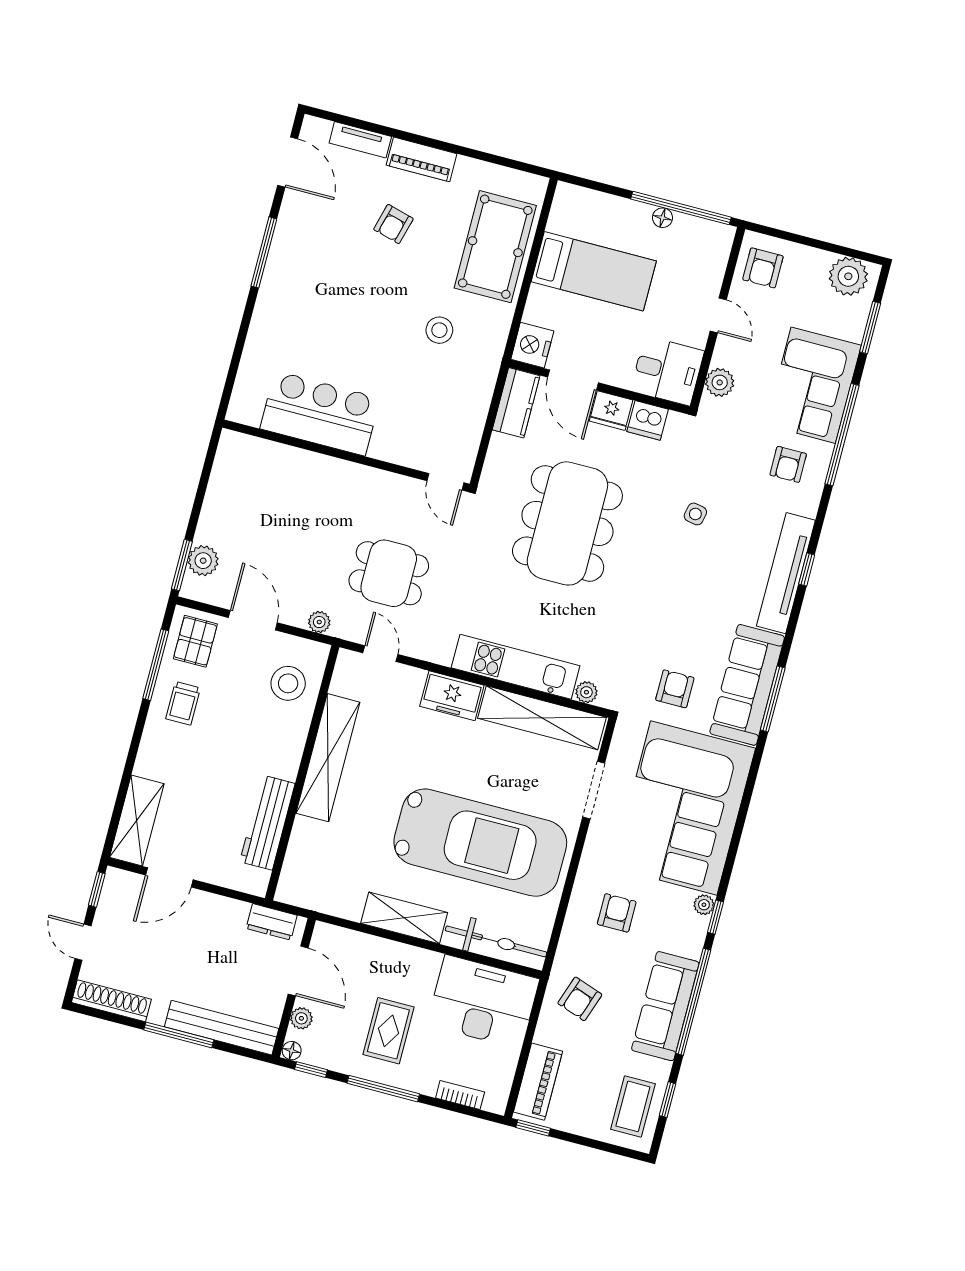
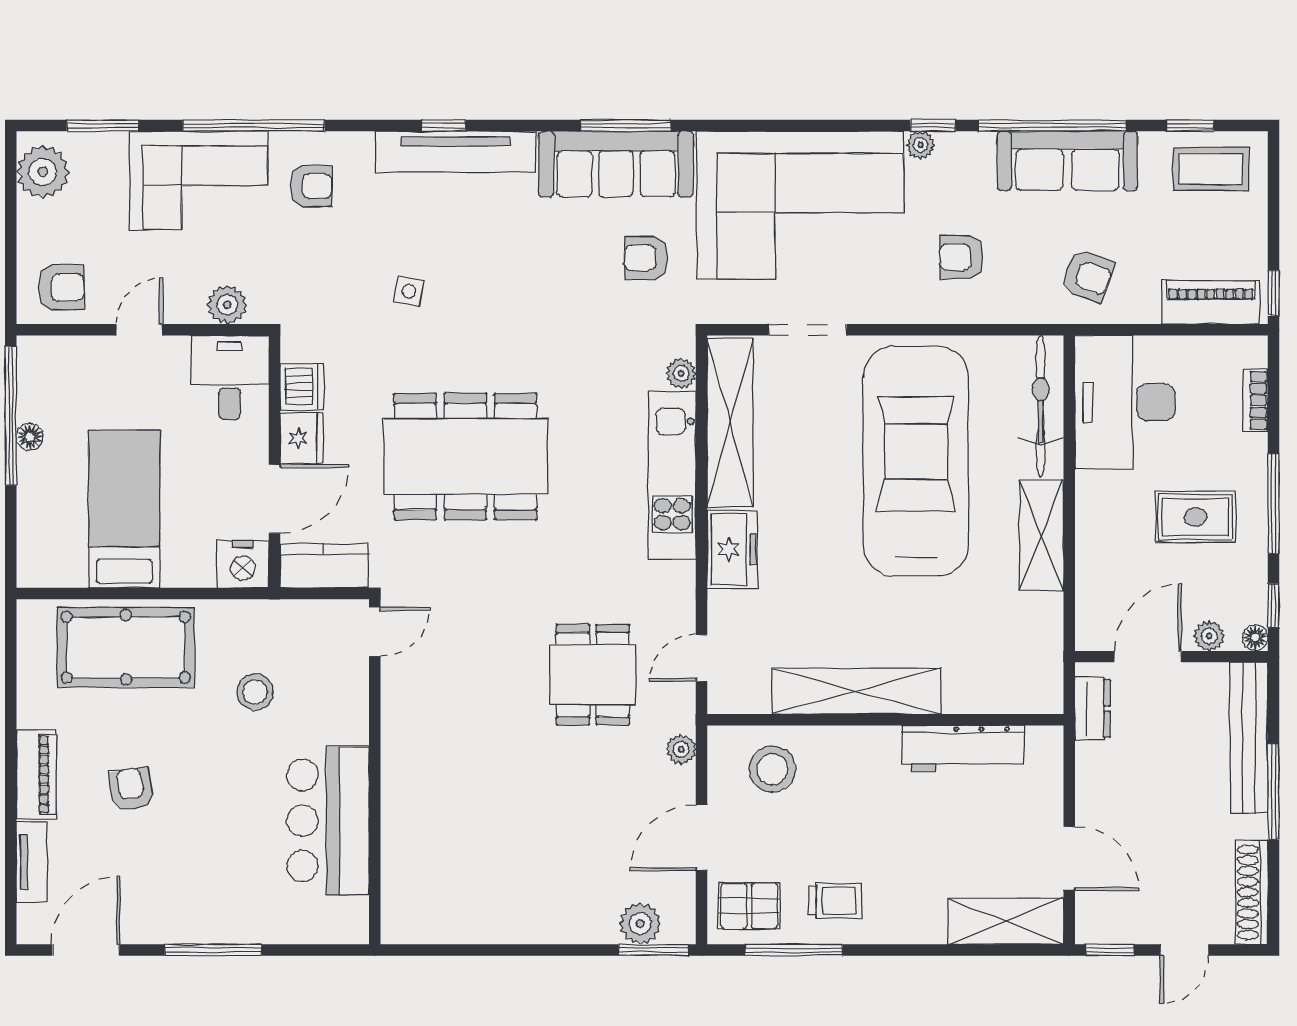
armchair: (393, 224) -> (131, 789), turned -114
bar counter: (320, 413) -> (328, 820), moved
wall: (346, 456) -> (375, 772), moved
door: (445, 482) -> (375, 632), moved

